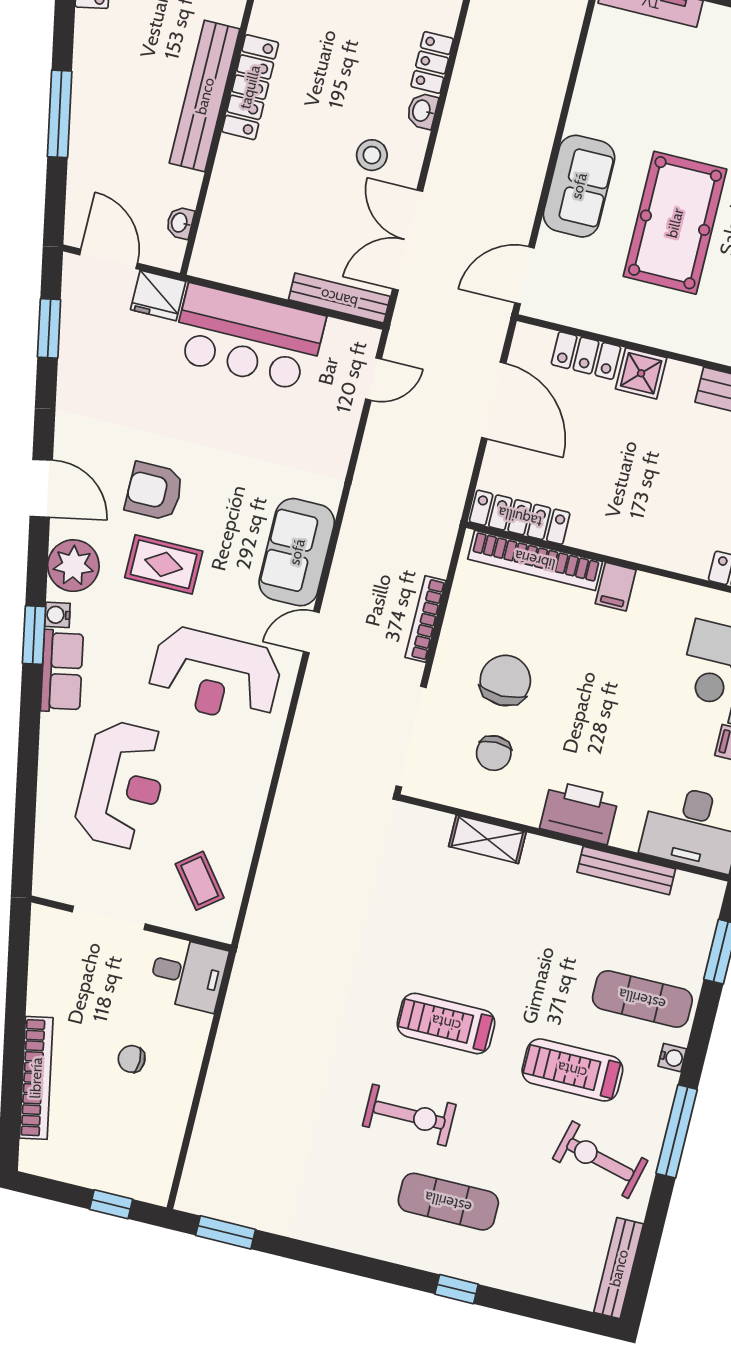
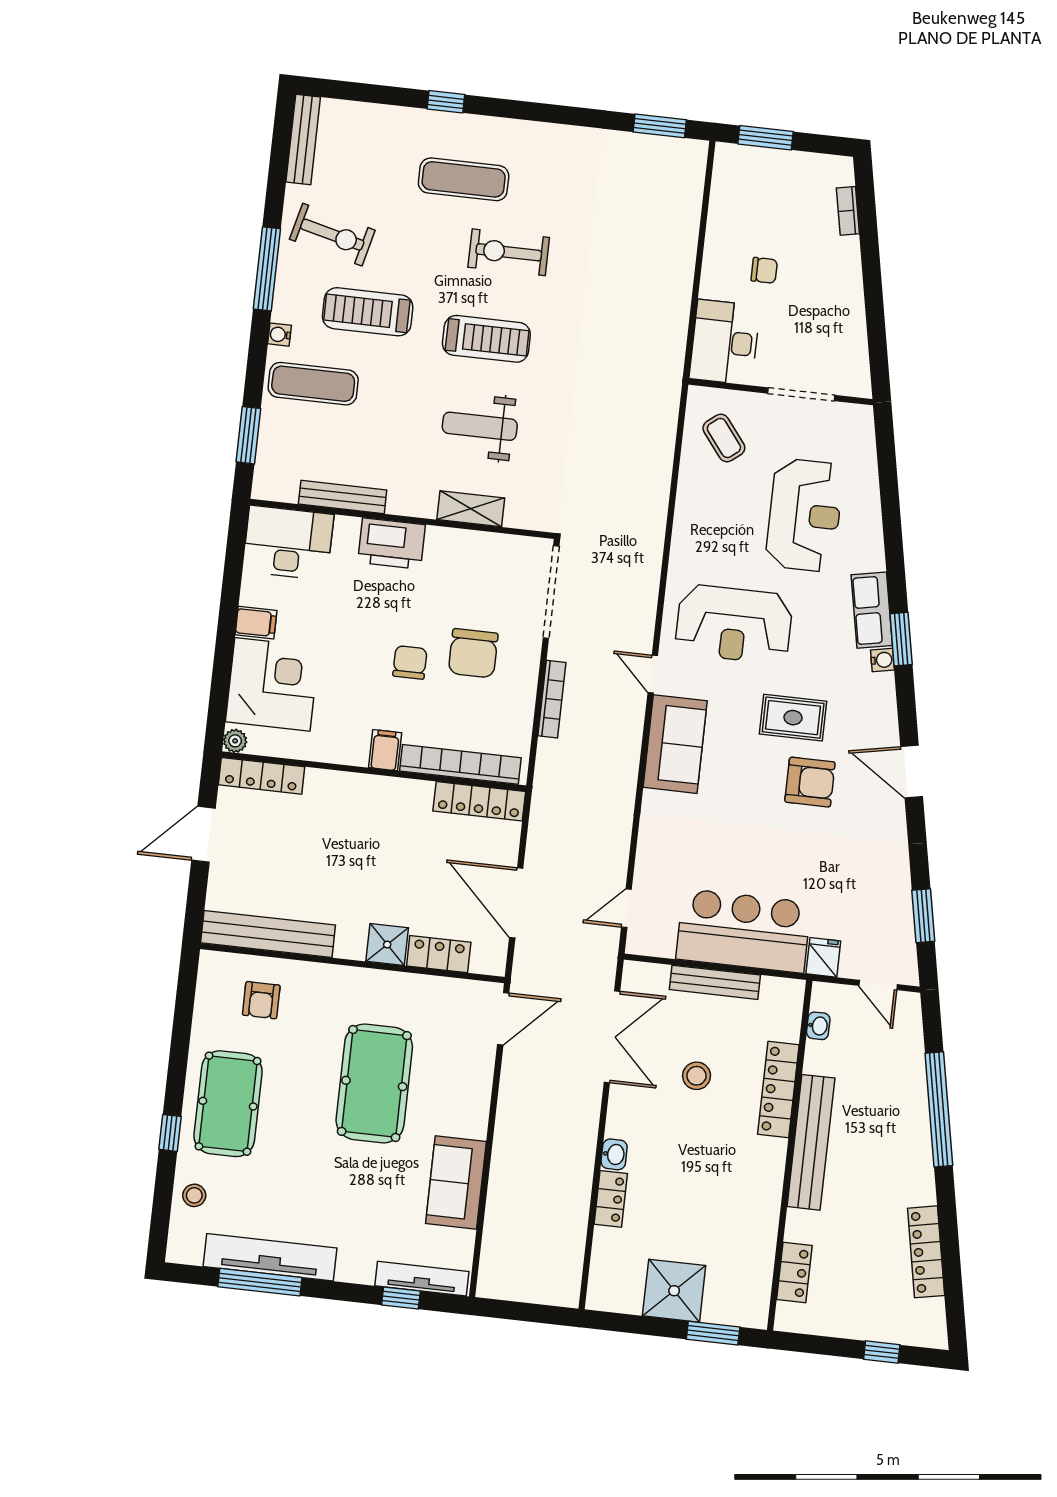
locker: (250, 87) -> (778, 1089), moved
window: (60, 114) -> (939, 1109), width x1.46
stool: (372, 155) -> (697, 1076), moved
sofa: (579, 186) -> (456, 1182), moved
door: (108, 259) -> (878, 985), width x0.73
fridge: (158, 296) -> (823, 957), width x0.72
bench: (339, 298) -> (715, 982), moved
plant: (73, 566) -> (874, 706), removed
door: (311, 632) -> (653, 674), swing flipped
reception desk: (215, 675) -> (734, 624), turned 180
chair: (494, 753) -> (410, 662), moved
reception desk: (122, 785) -> (805, 515), turned 180
weight bench: (466, 928) -> (480, 426), added
desk: (188, 974) -> (725, 342), width x1.37
treadmill: (572, 1070) -> (368, 312), turned 180
bookcase: (36, 1078) -> (848, 211), width x0.43, depth x0.76
window: (111, 1204) -> (766, 138), width x1.50

